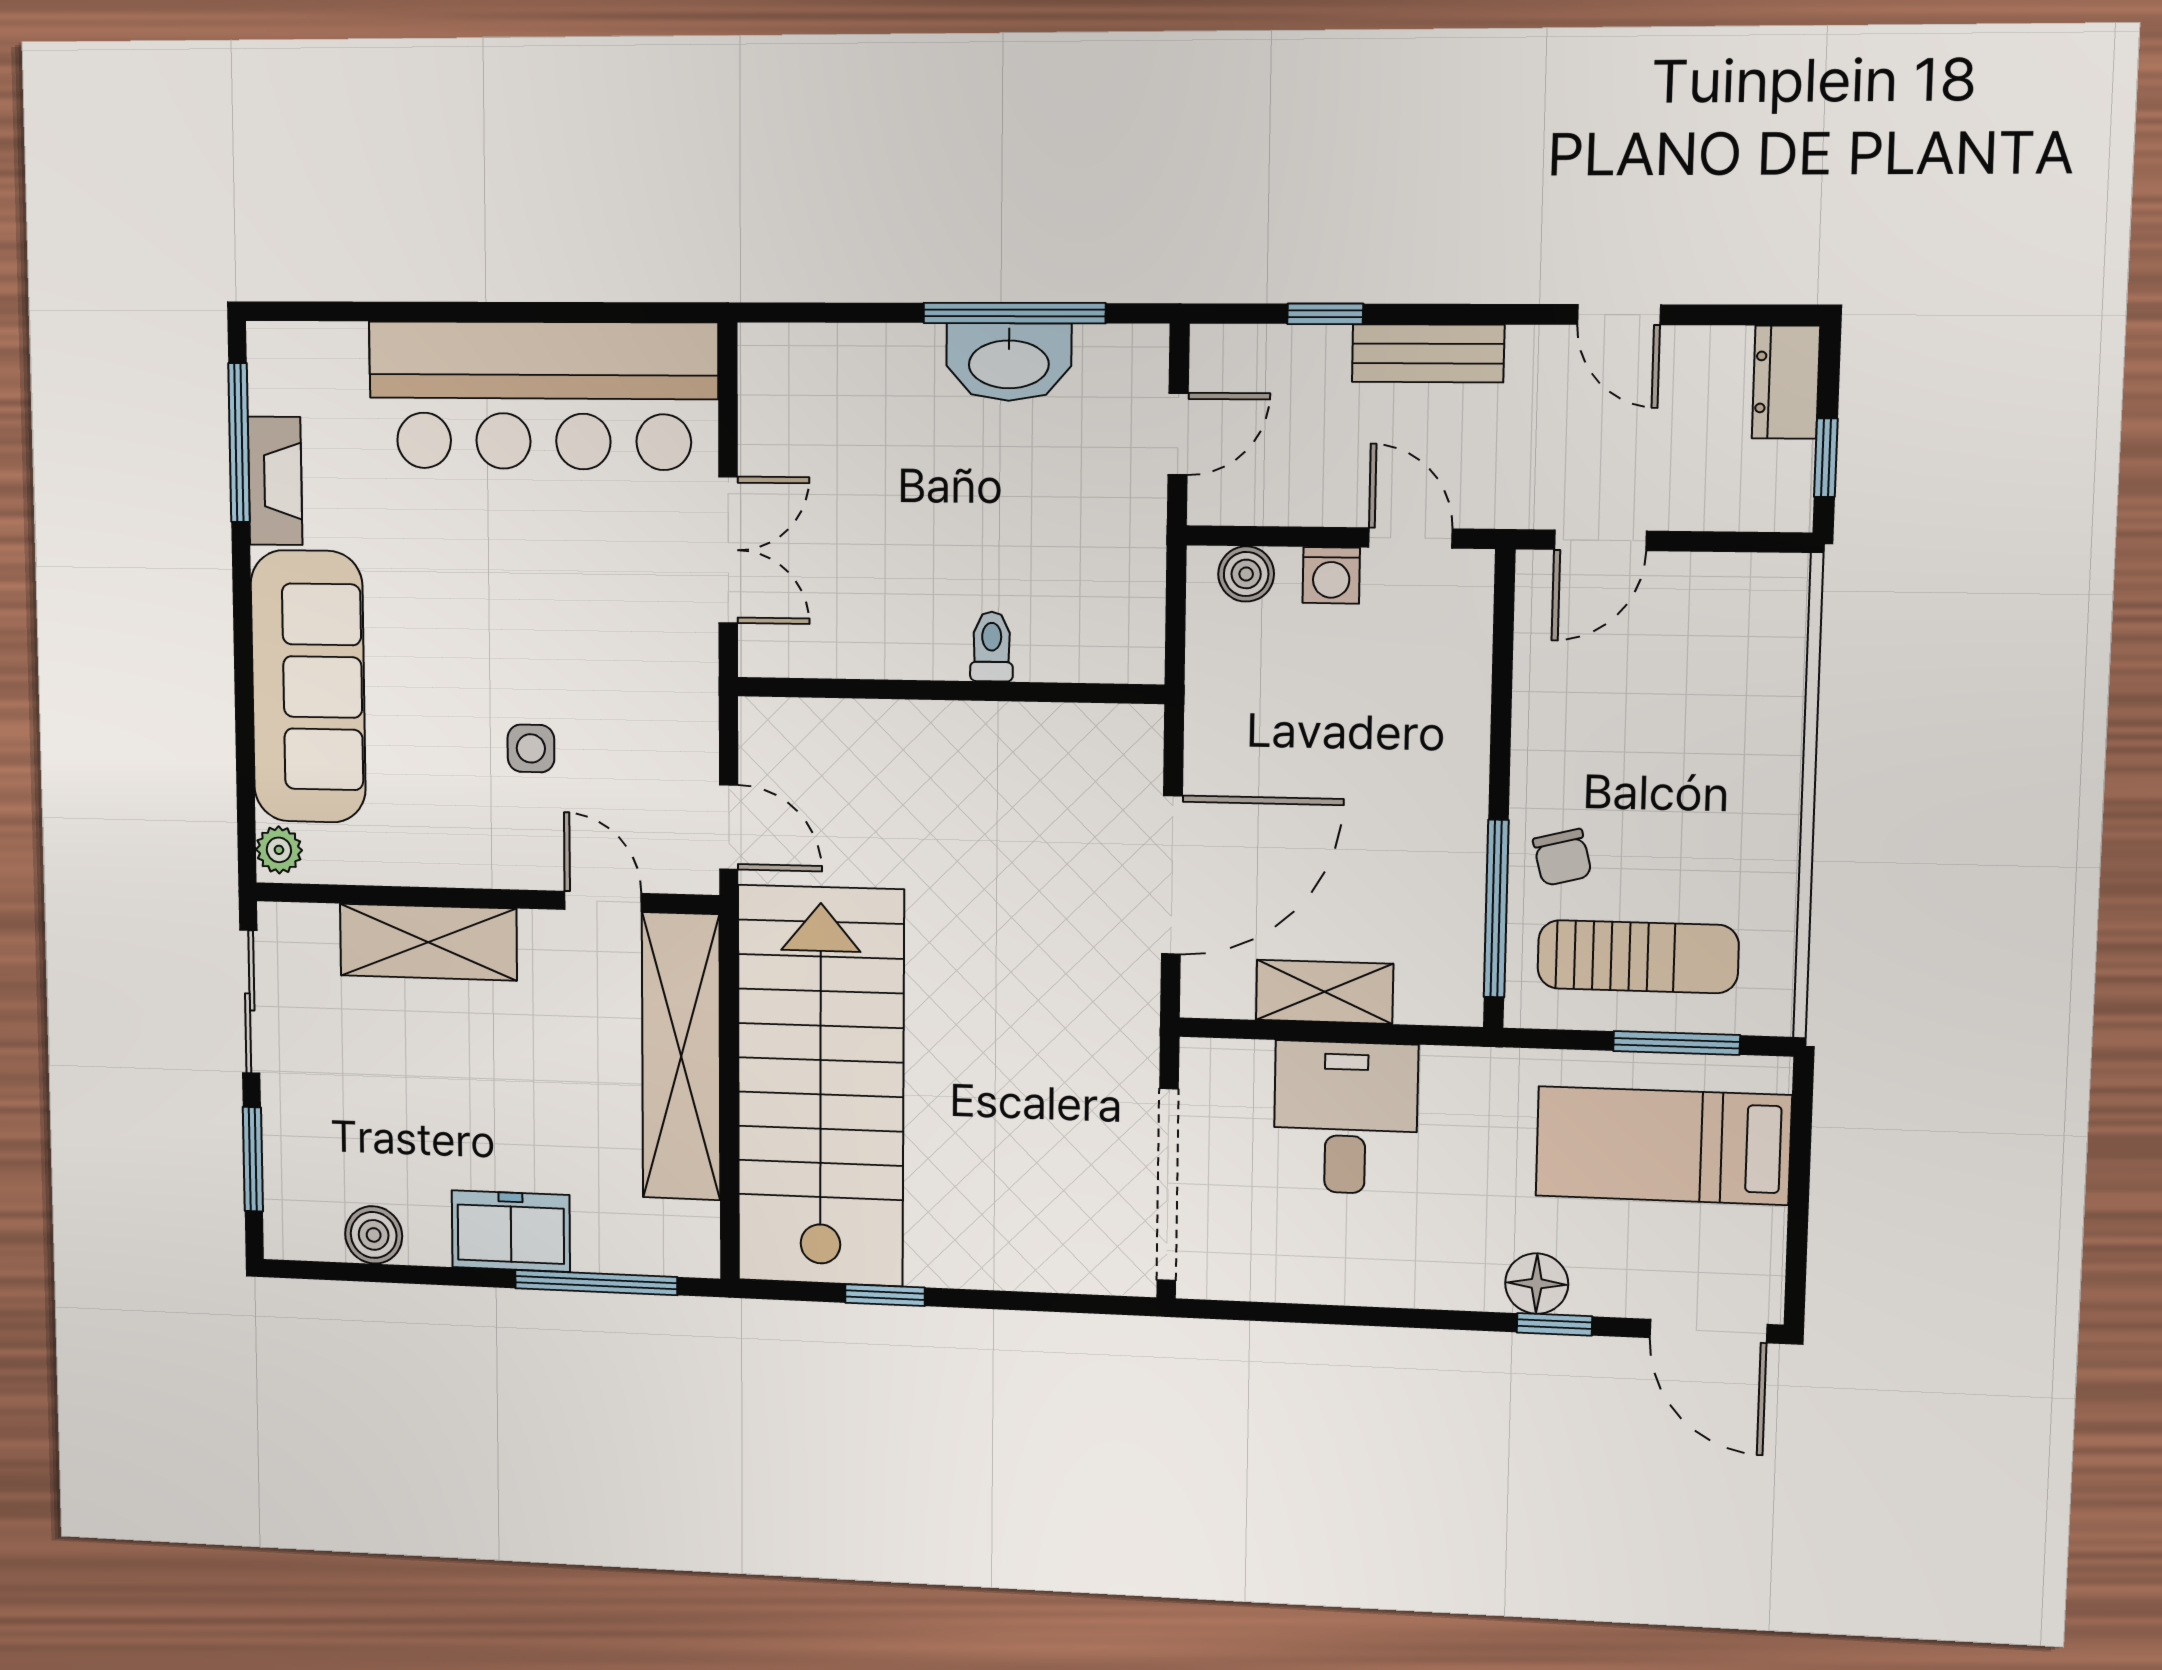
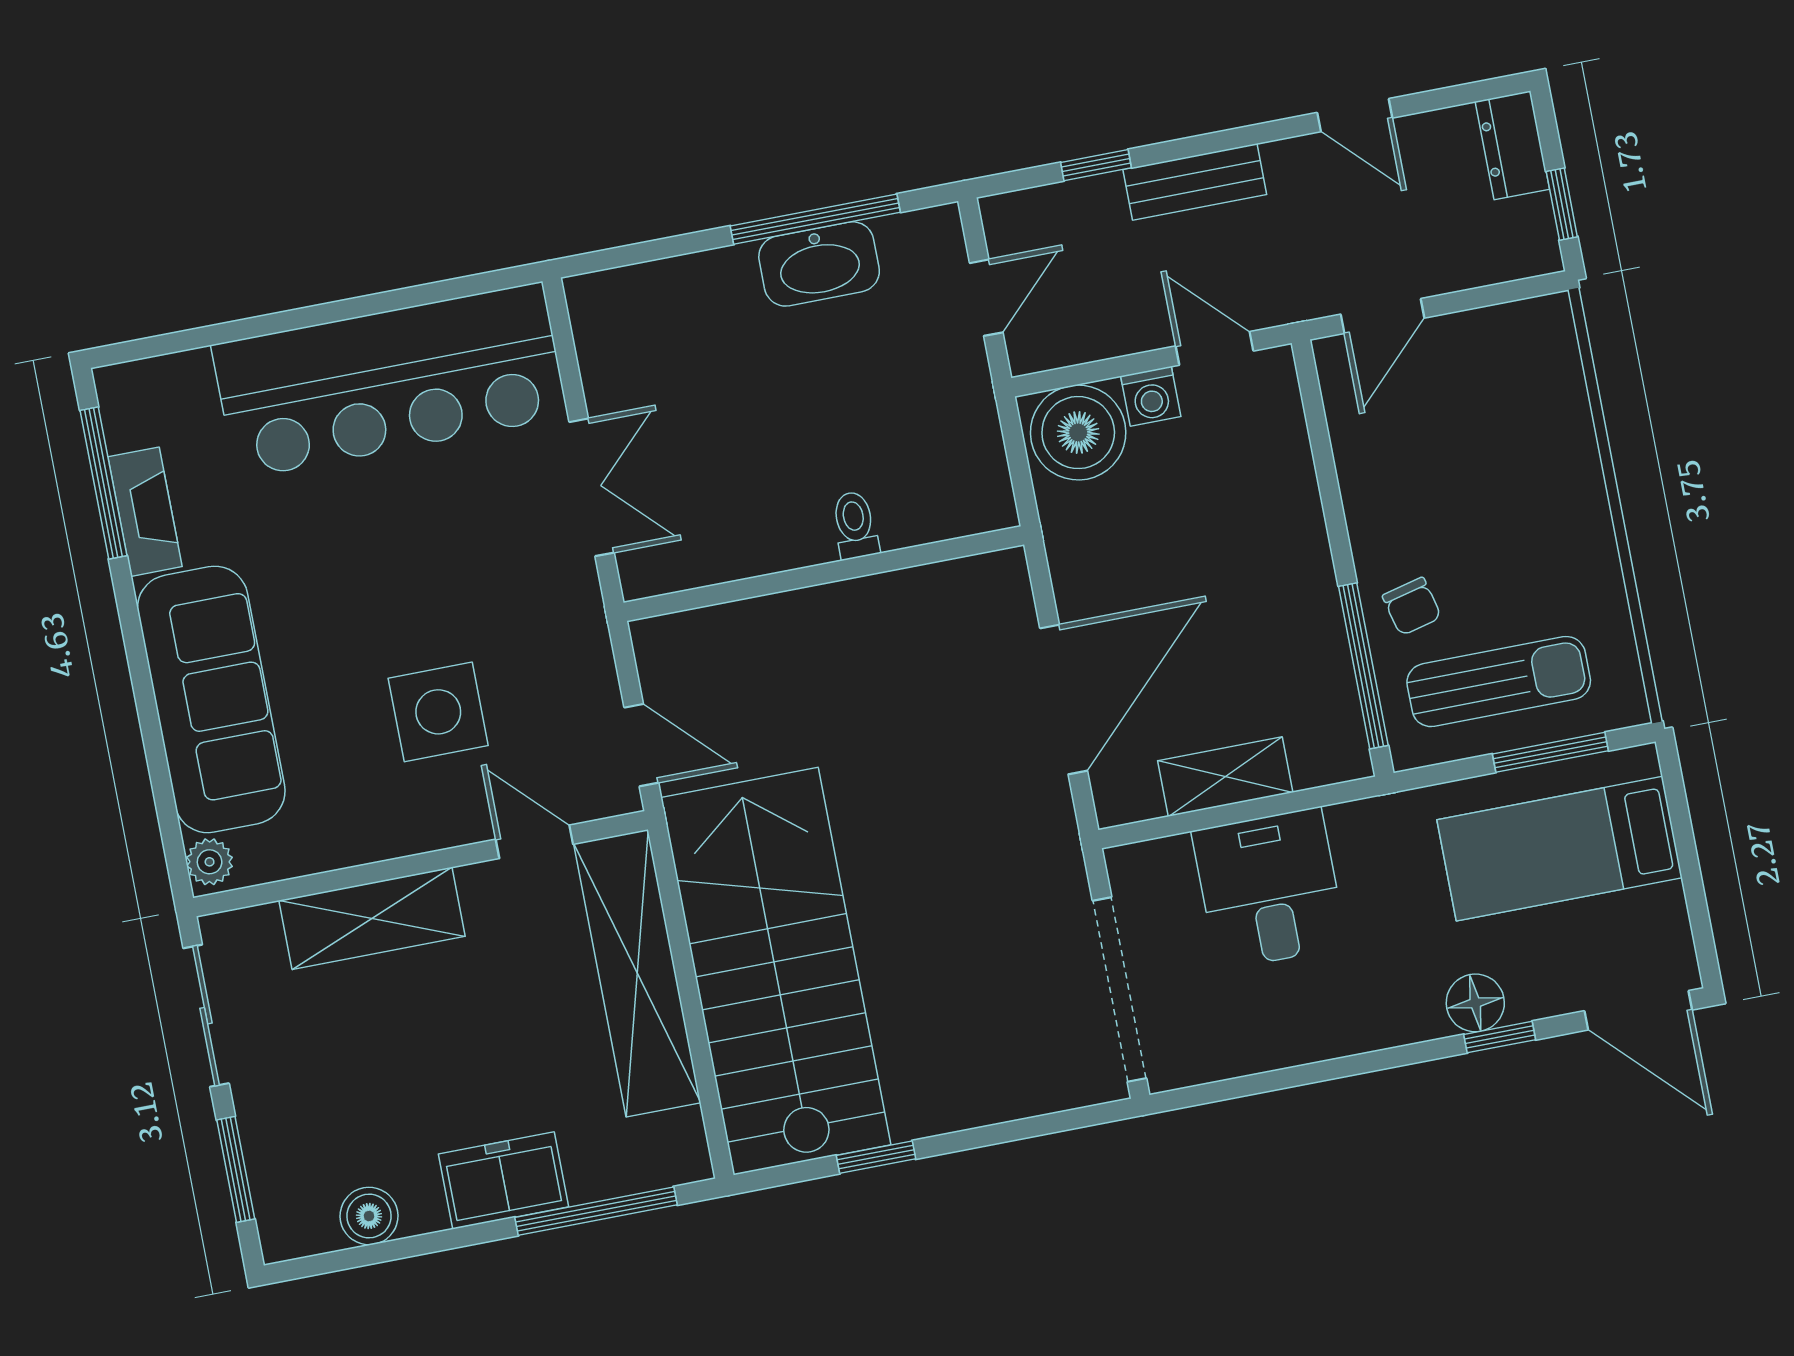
boiler: (1246, 574) -> (1078, 433), width x1.86, depth x1.86
side table: (531, 748) -> (438, 712), width x1.87, depth x1.87

